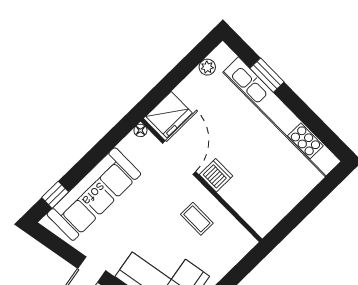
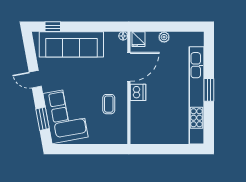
plant: (207, 67) -> (164, 37), moved
window: (267, 75) -> (209, 90), moved
fridge: (169, 115) -> (138, 39), width x0.53, depth x0.75

